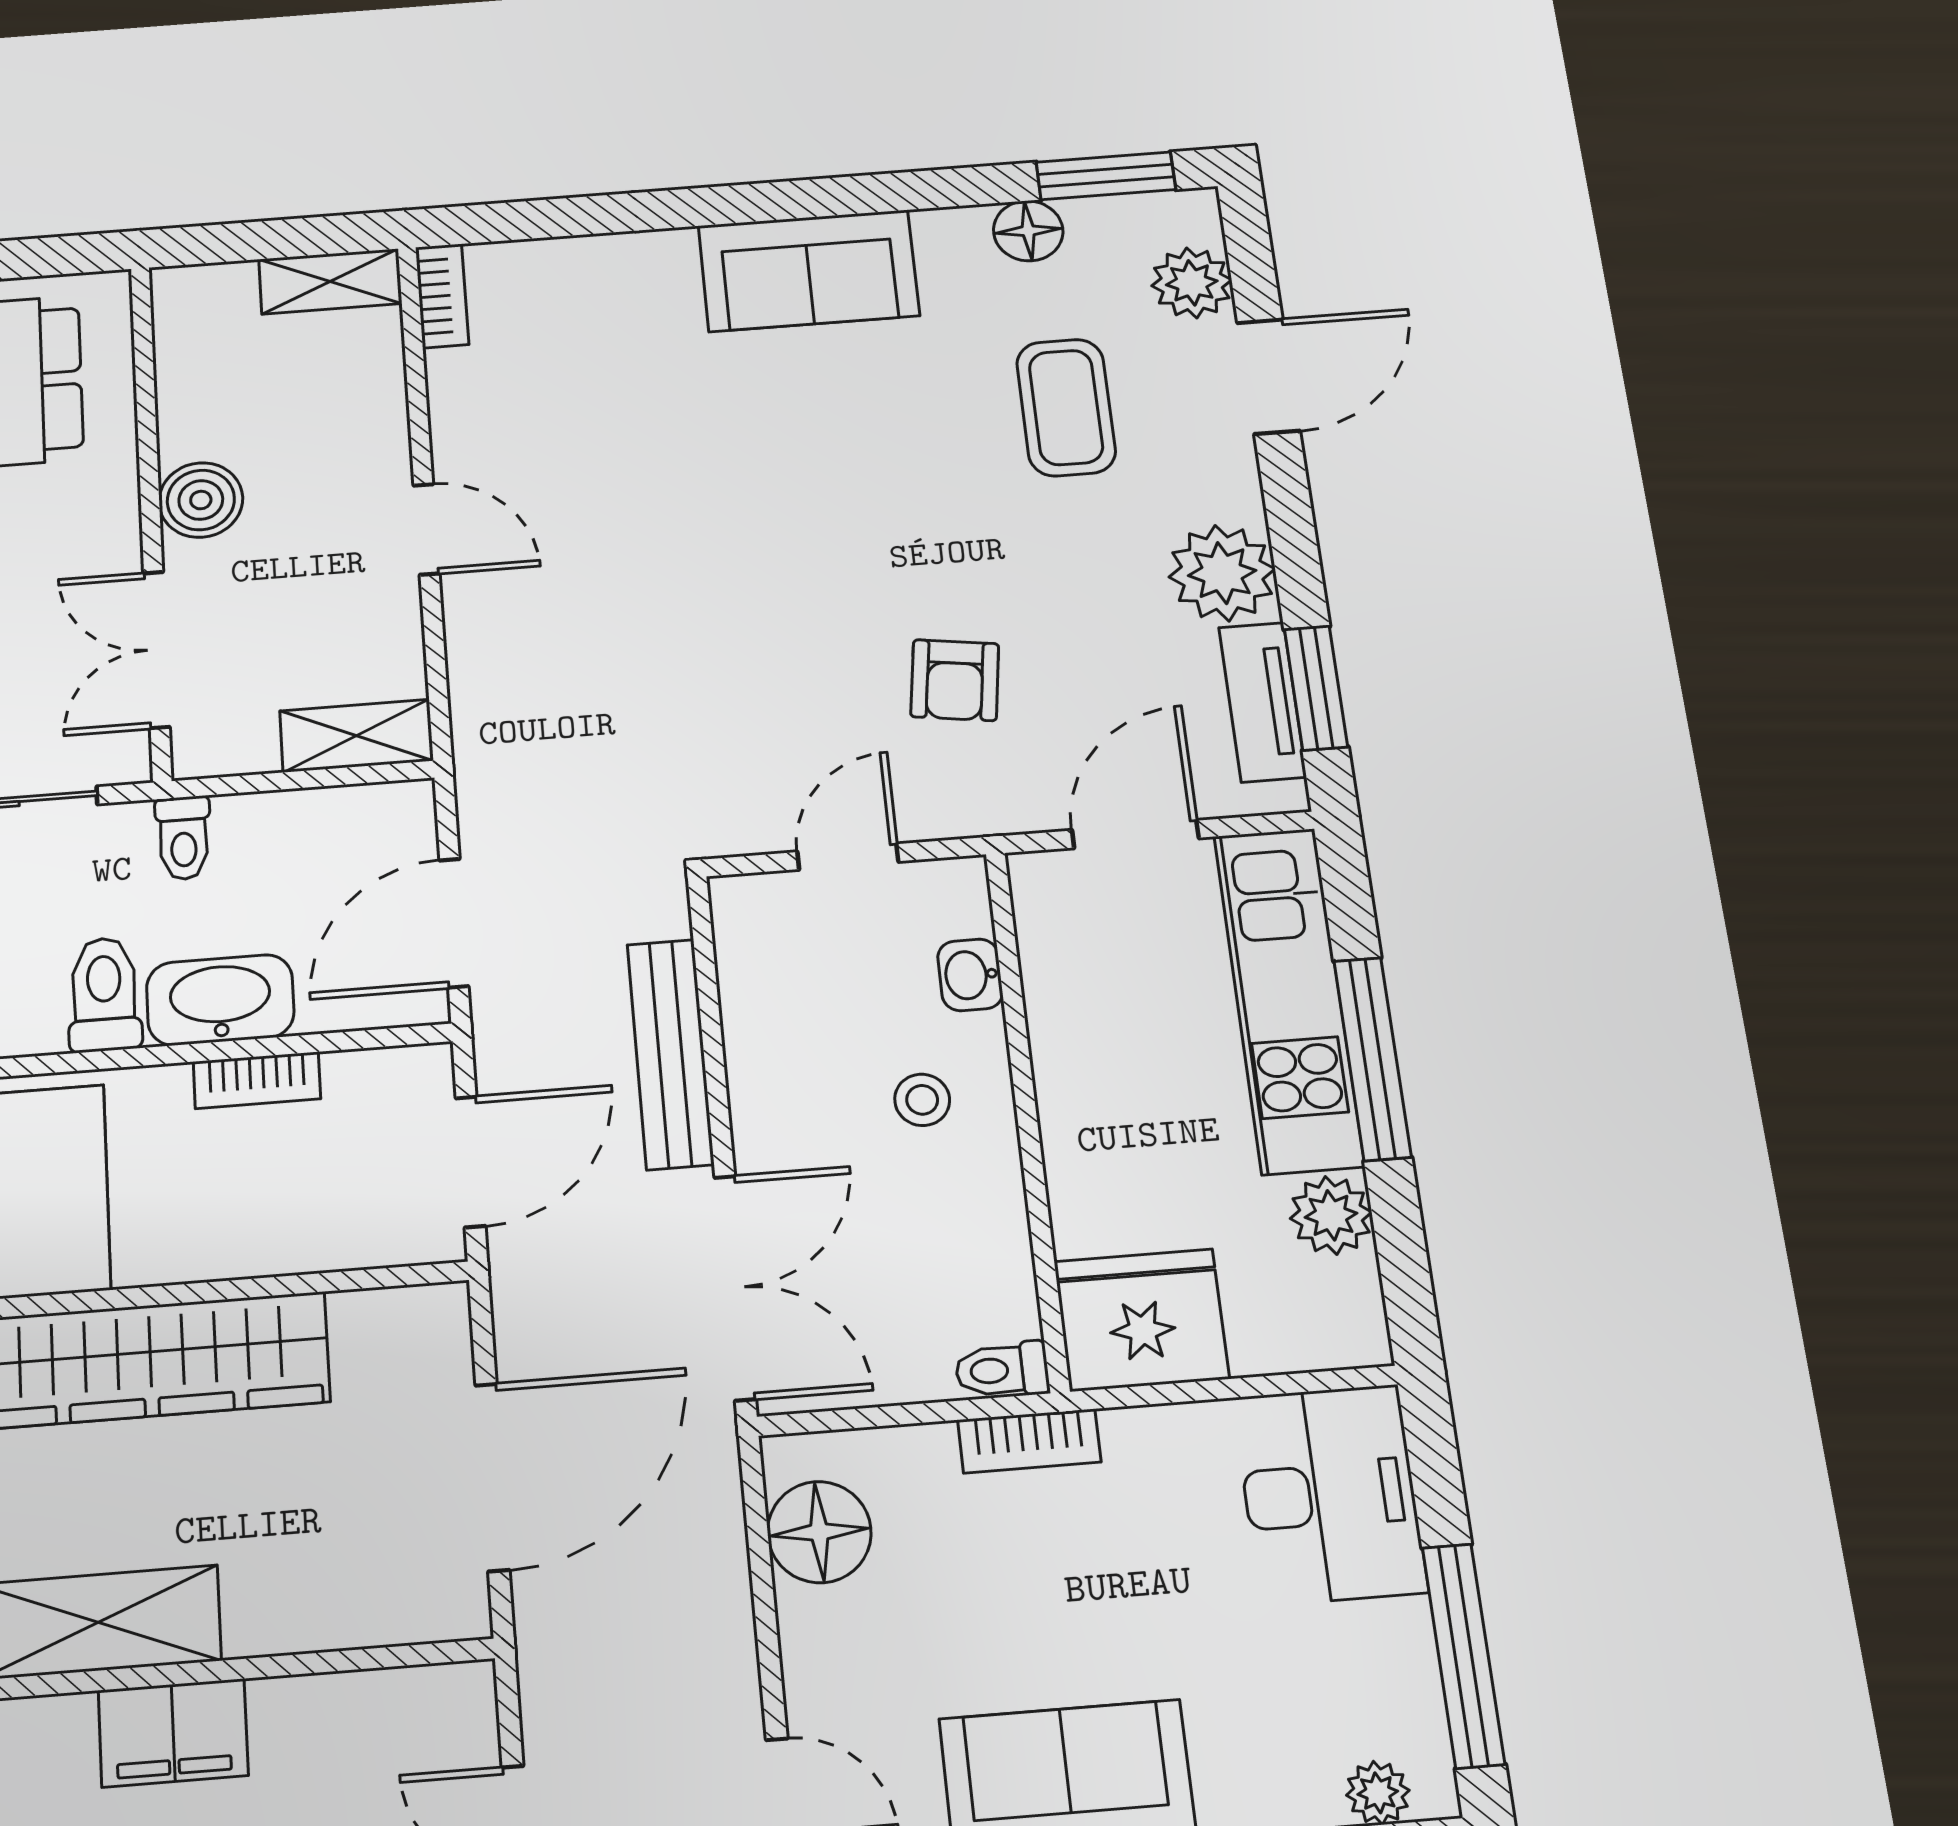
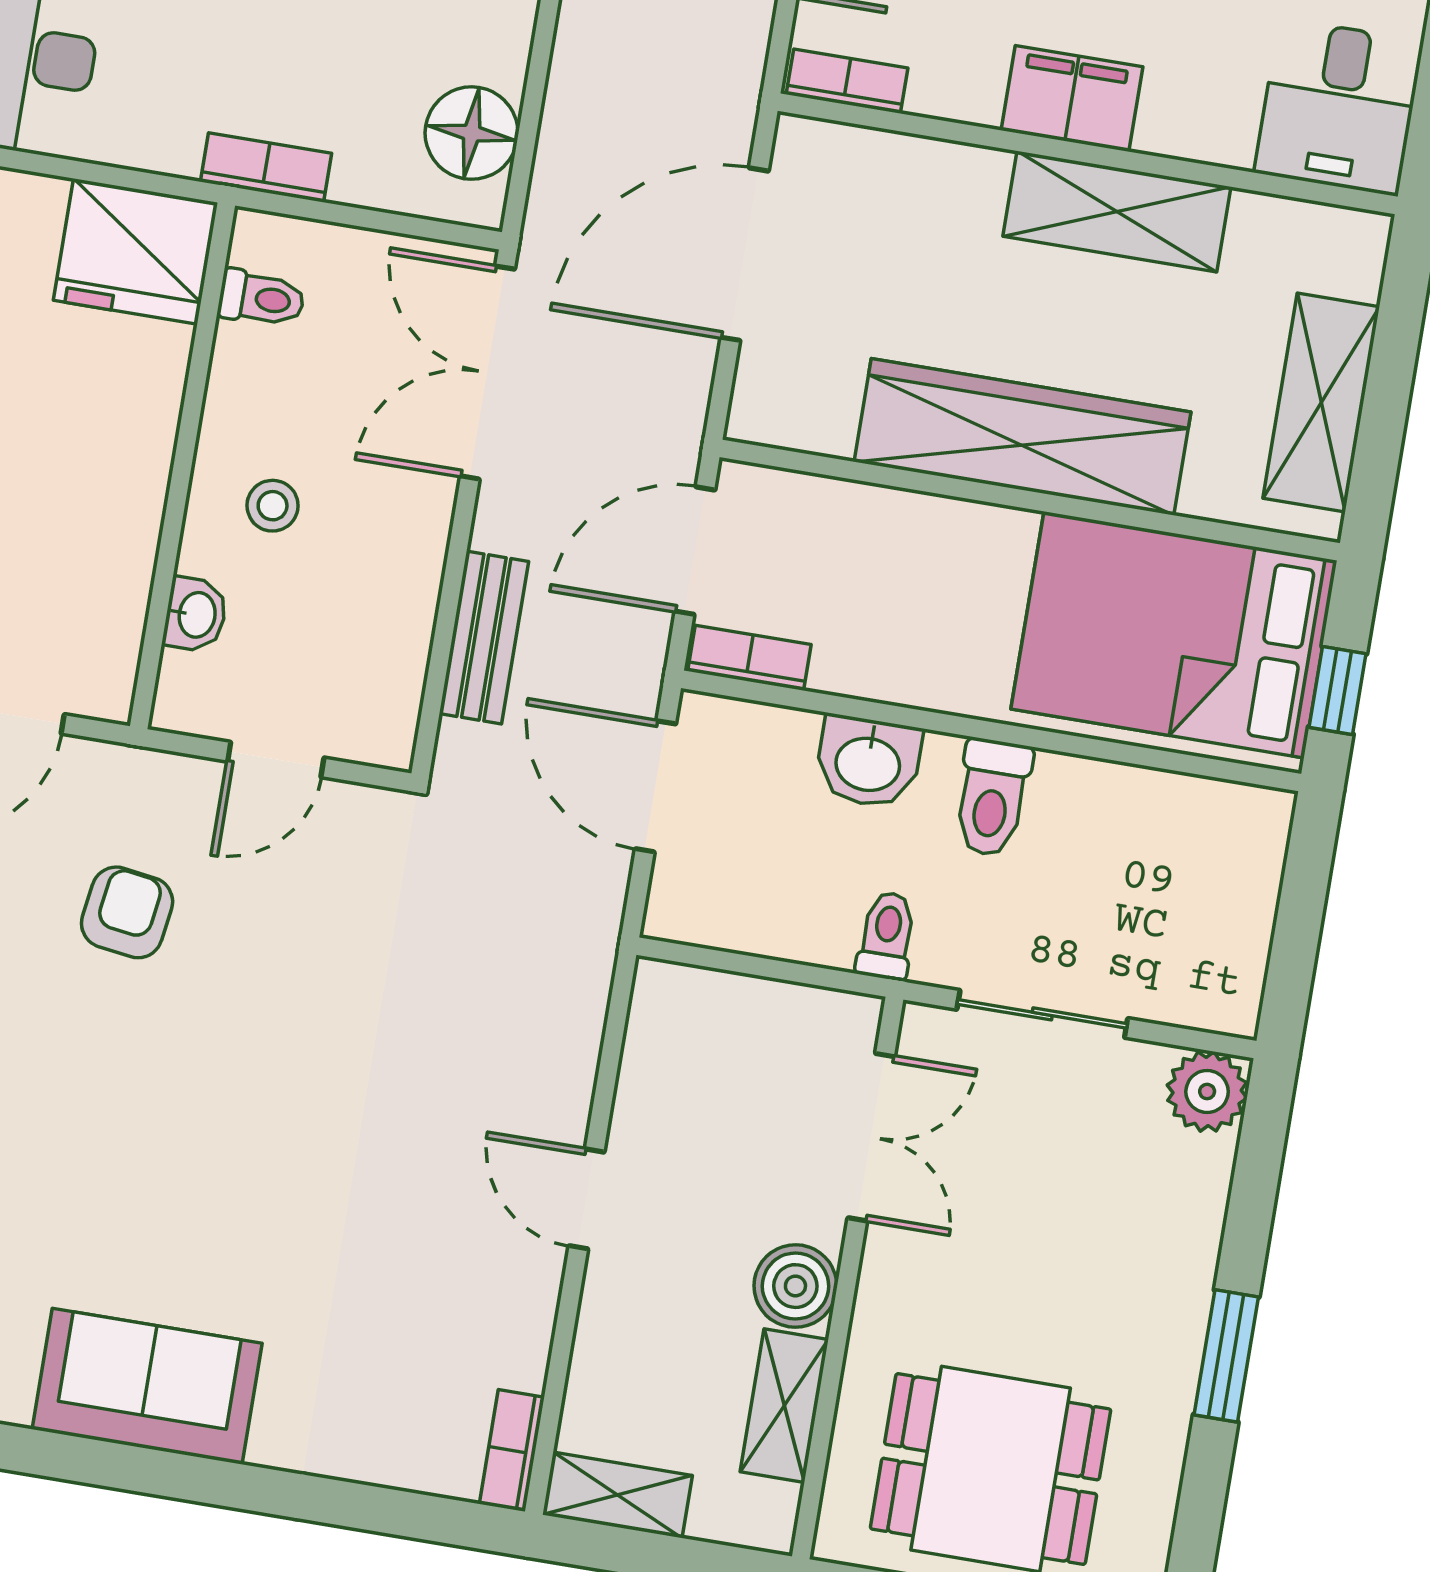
shelving: (356, 736) -> (784, 1406), moved, turned 90
door: (454, 923) -> (655, 786), swing flipped
washbasin: (220, 1000) -> (868, 762), width x0.72
bench: (670, 1054) -> (484, 638), width x0.73
bookcase: (257, 1080) -> (749, 658), moved
toilet: (1002, 1370) -> (261, 298), moved
bookcase: (425, 1690) -> (847, 81), added

